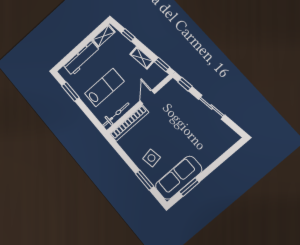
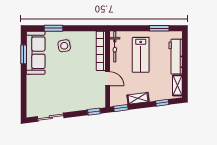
sliding door: (212, 107) -> (51, 117), moved

